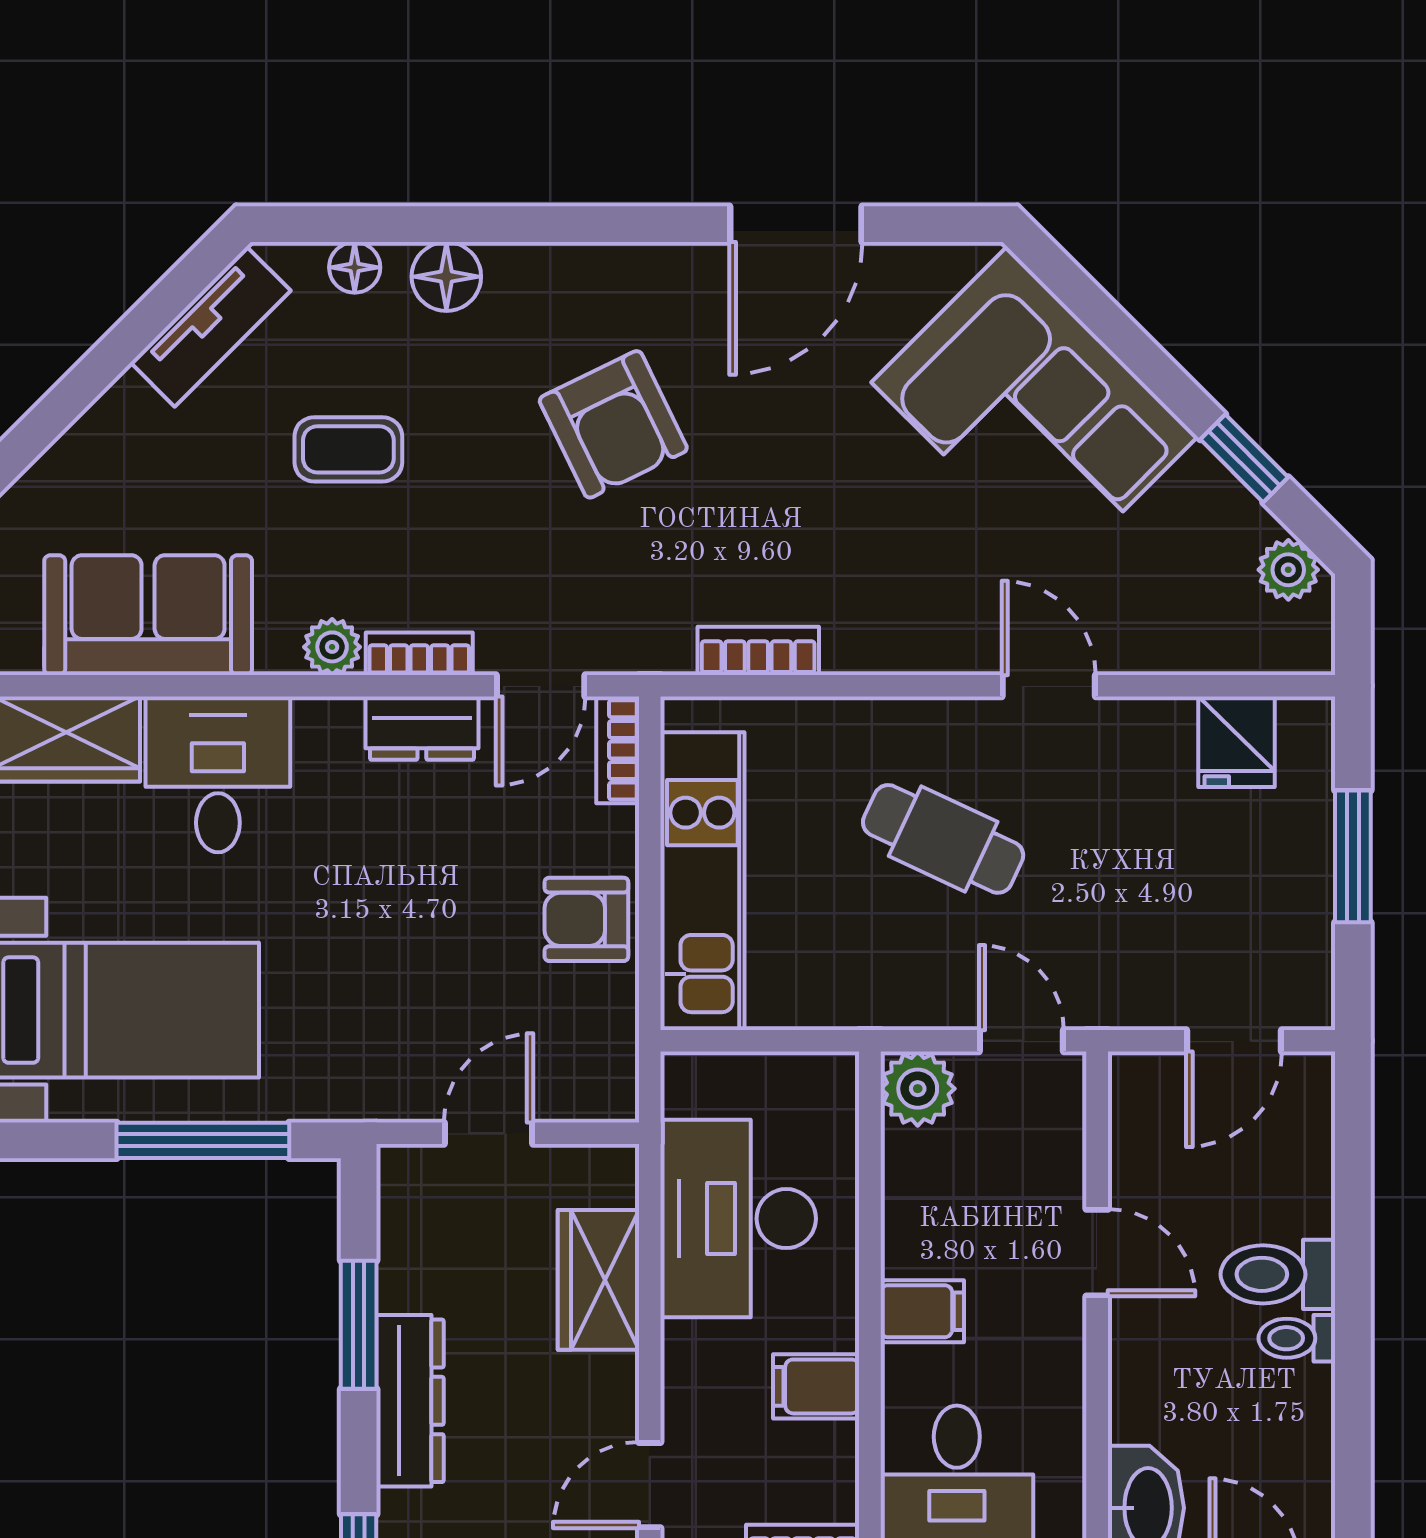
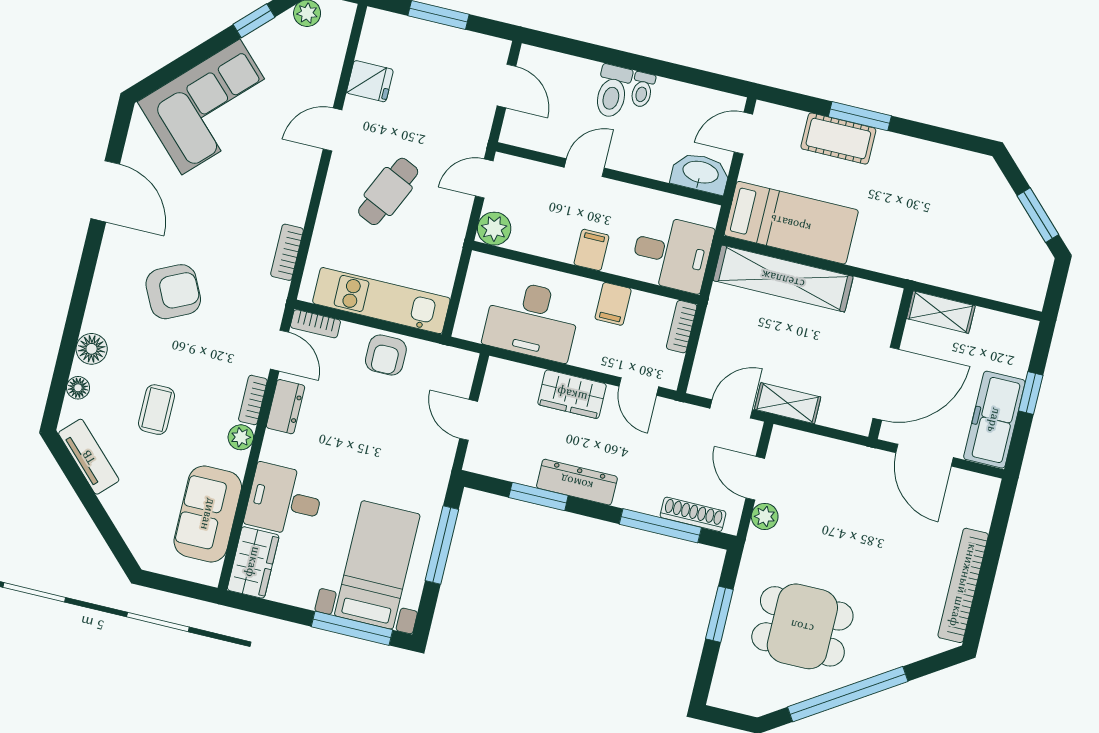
fridge: (1237, 742) -> (370, 81), moved
wardrobe: (598, 1280) -> (572, 394), moved

